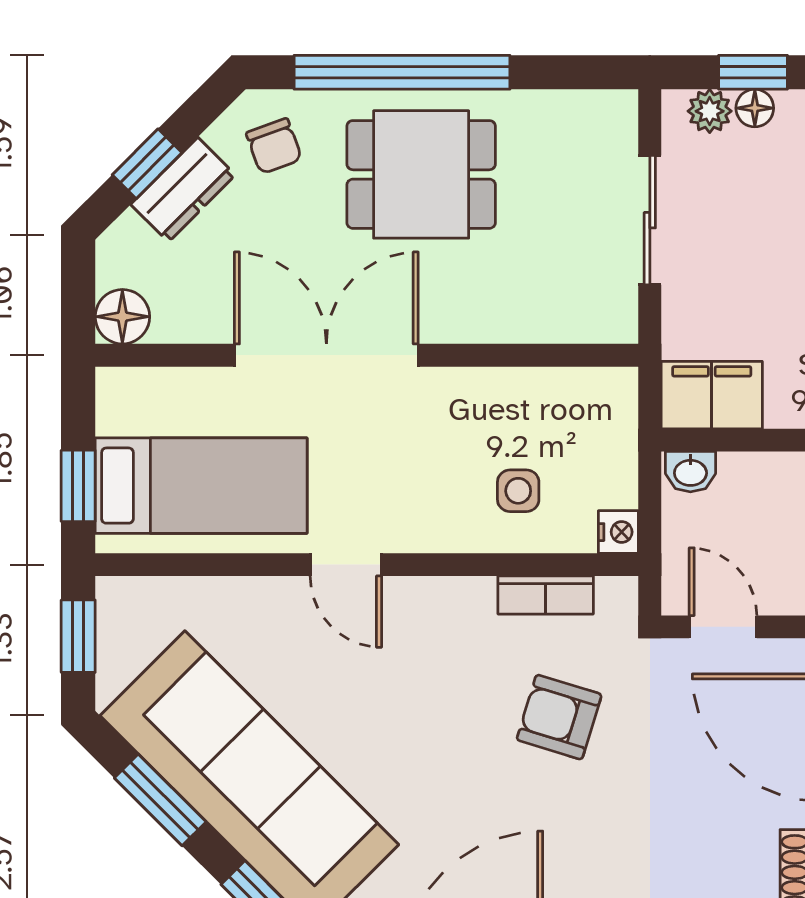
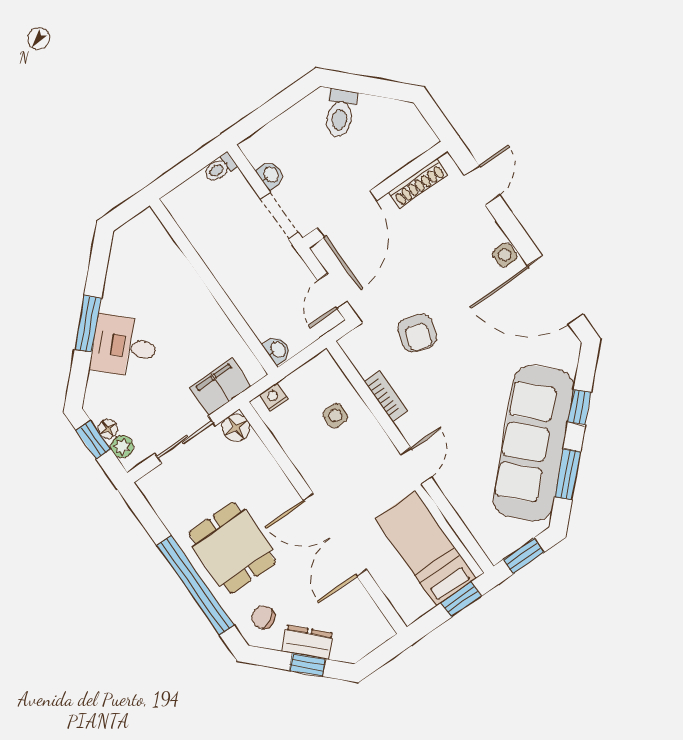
chair: (274, 146) -> (263, 617), turned -99
floor lamp: (122, 317) -> (236, 428), moved
filing cabinet: (712, 395) -> (220, 387), moved, turned 90
nightstand: (618, 532) -> (274, 397), moved
bookcase: (546, 595) -> (386, 396), moved

